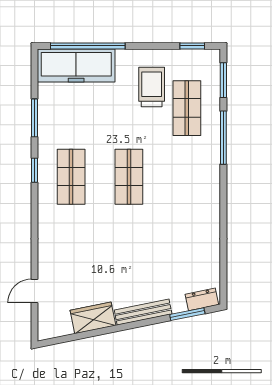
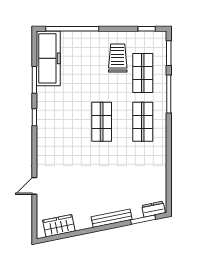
freezer: (76, 66) -> (48, 58), moved, turned -90
shop shelf: (71, 177) -> (143, 122), moved
door: (34, 291) -> (34, 186), moved
wardrobe: (93, 318) -> (59, 226), moved

